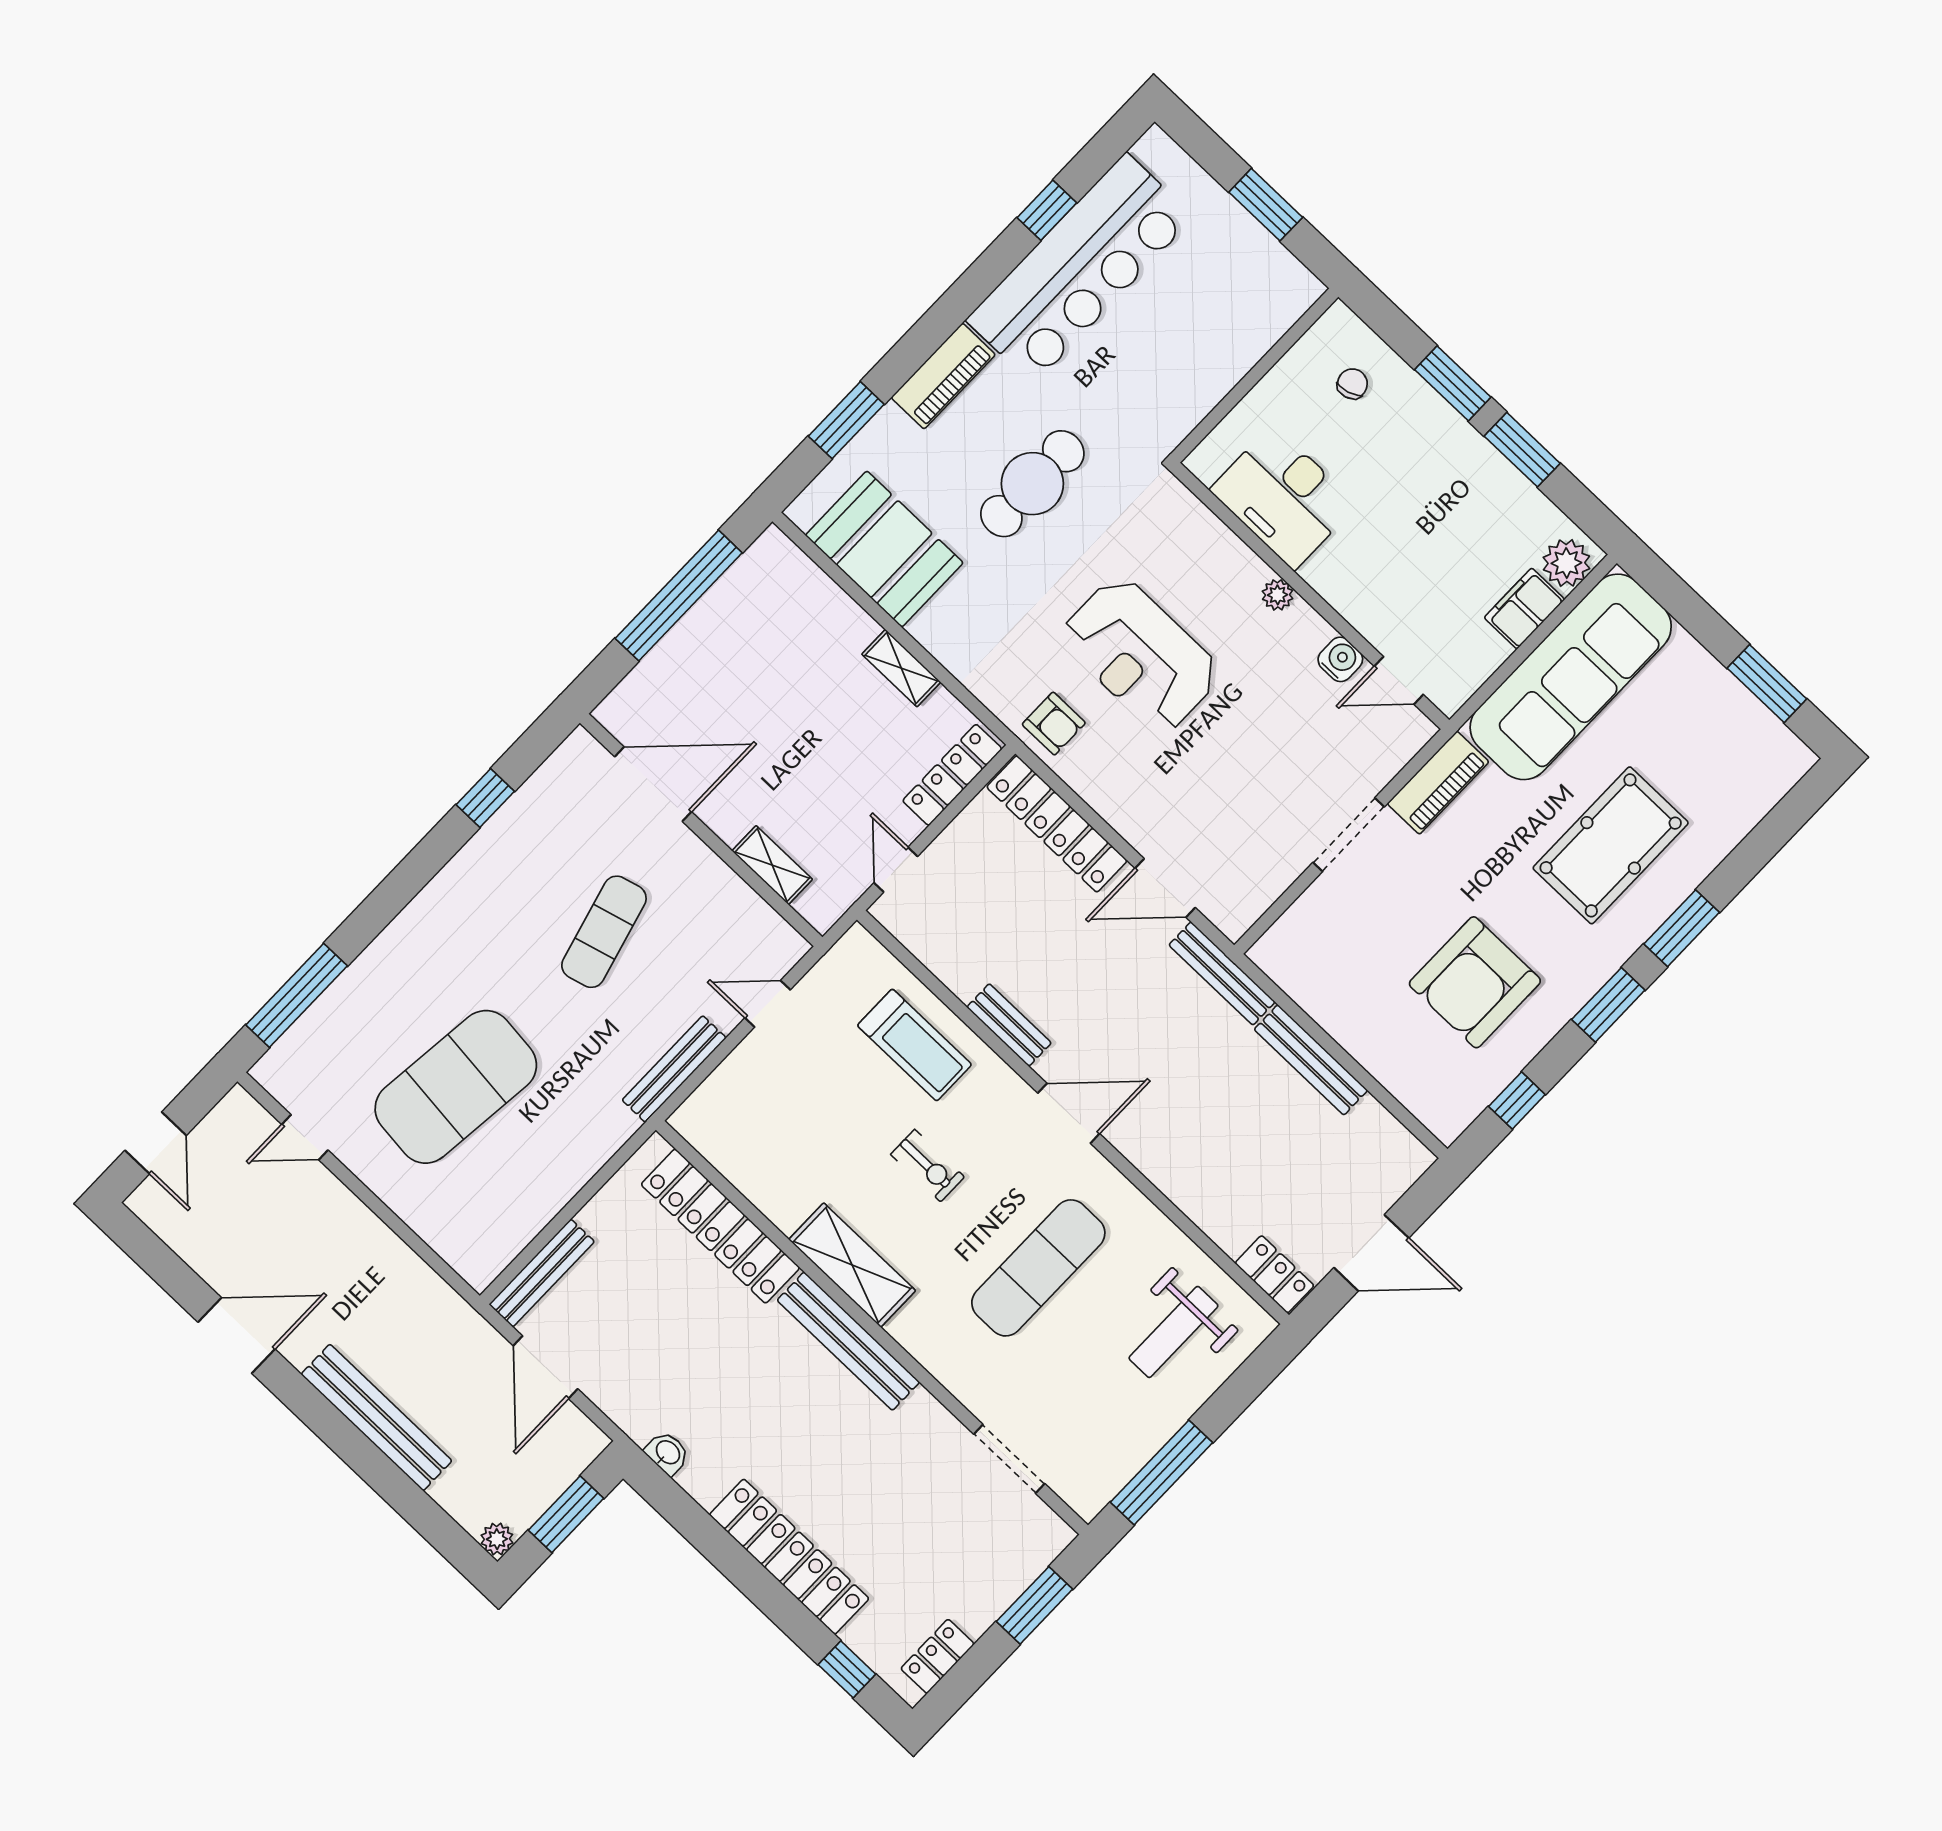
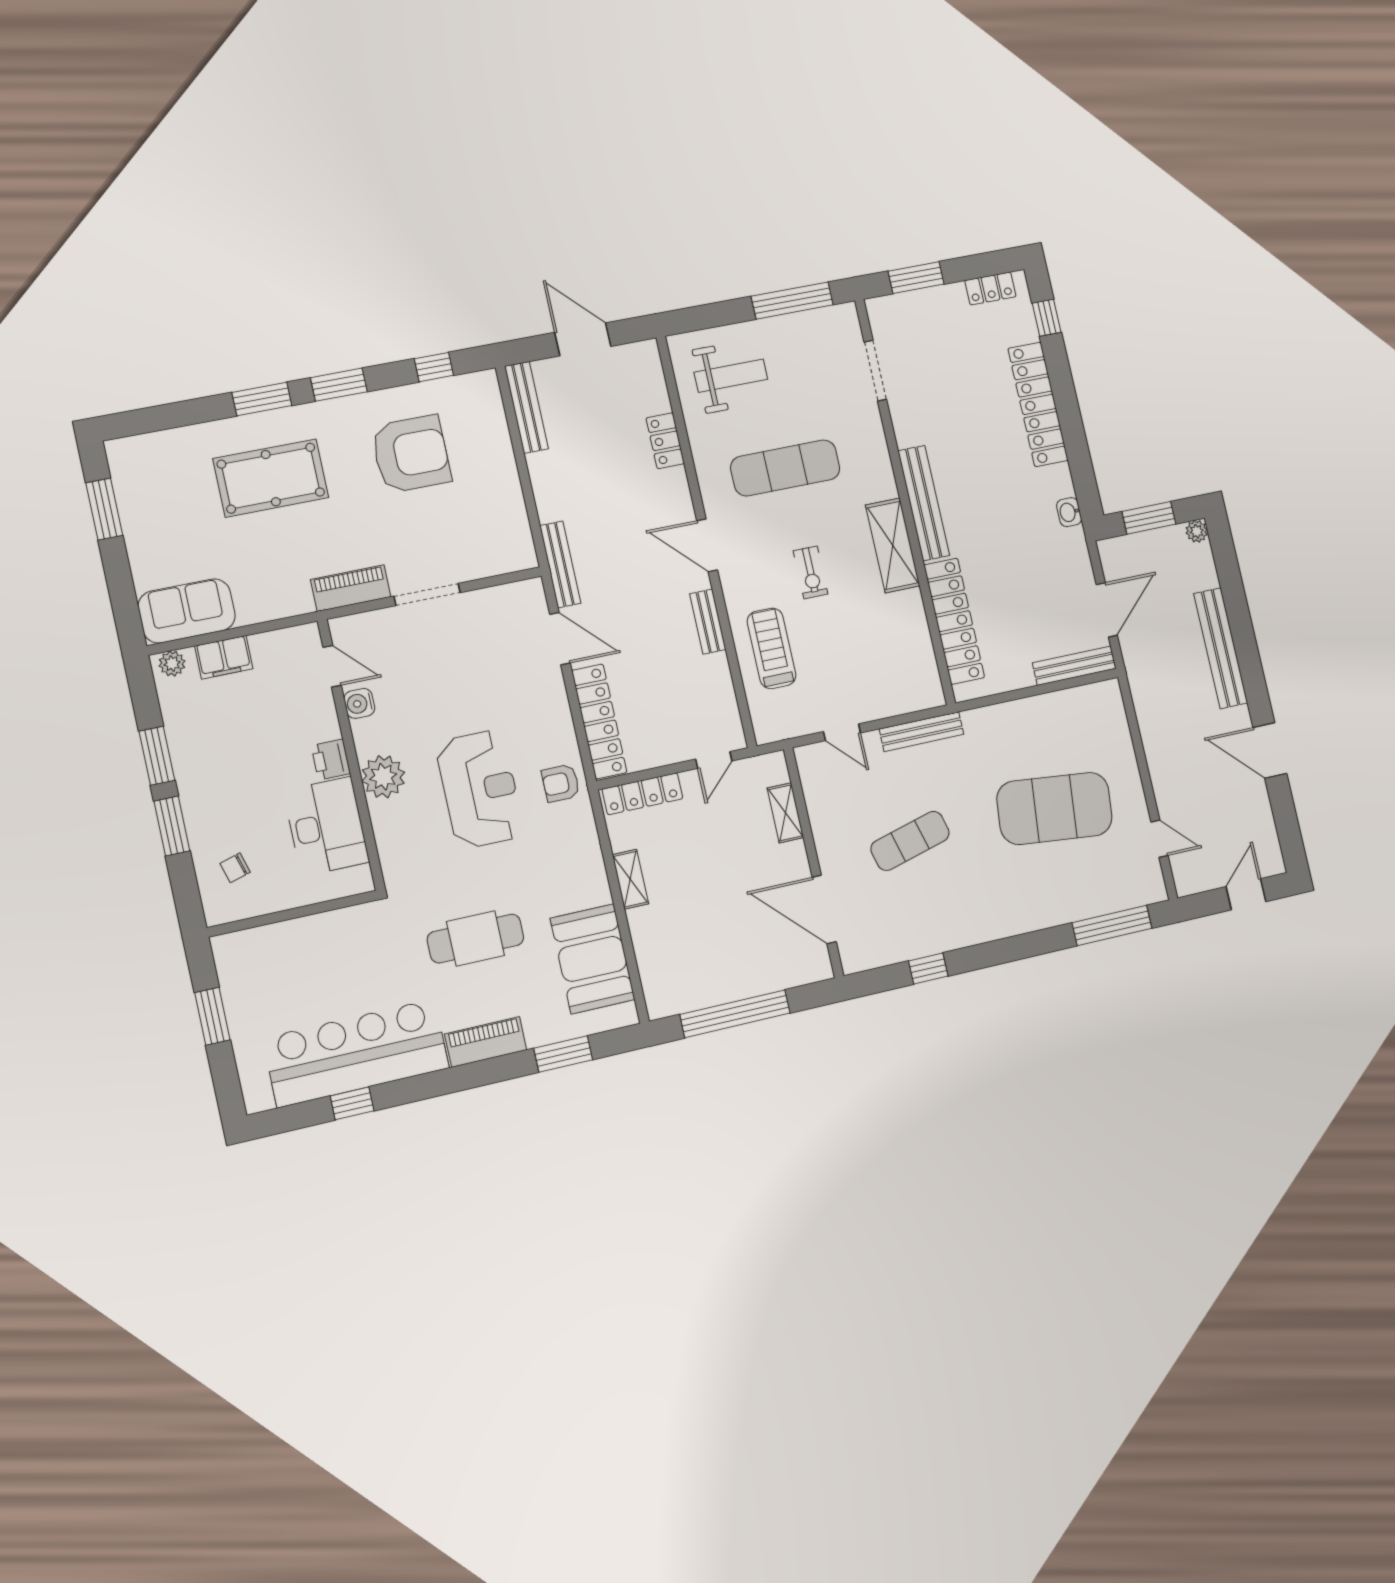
plant: (1566, 563) -> (172, 664), width x0.73, depth x0.73
printer: (1329, 575) -> (331, 760), added
plant: (1278, 595) -> (383, 777), width x1.87, depth x1.87
sofa: (1571, 677) -> (187, 611), width x0.54, depth x0.79
armchair: (1054, 724) -> (561, 783), turned -90
bench: (1311, 1060) -> (526, 407), moved
exercise bike: (928, 1166) -> (811, 572), turned 180
locker: (1274, 1274) -> (665, 441), moved

